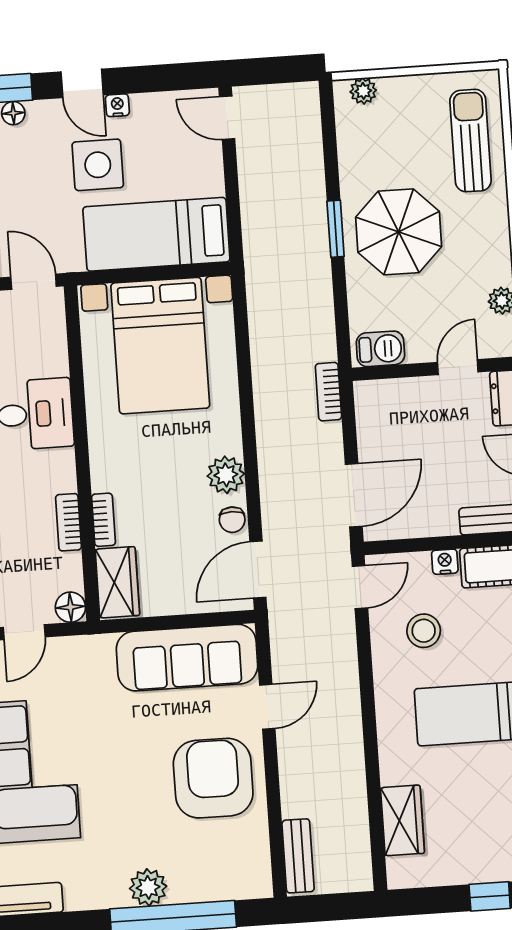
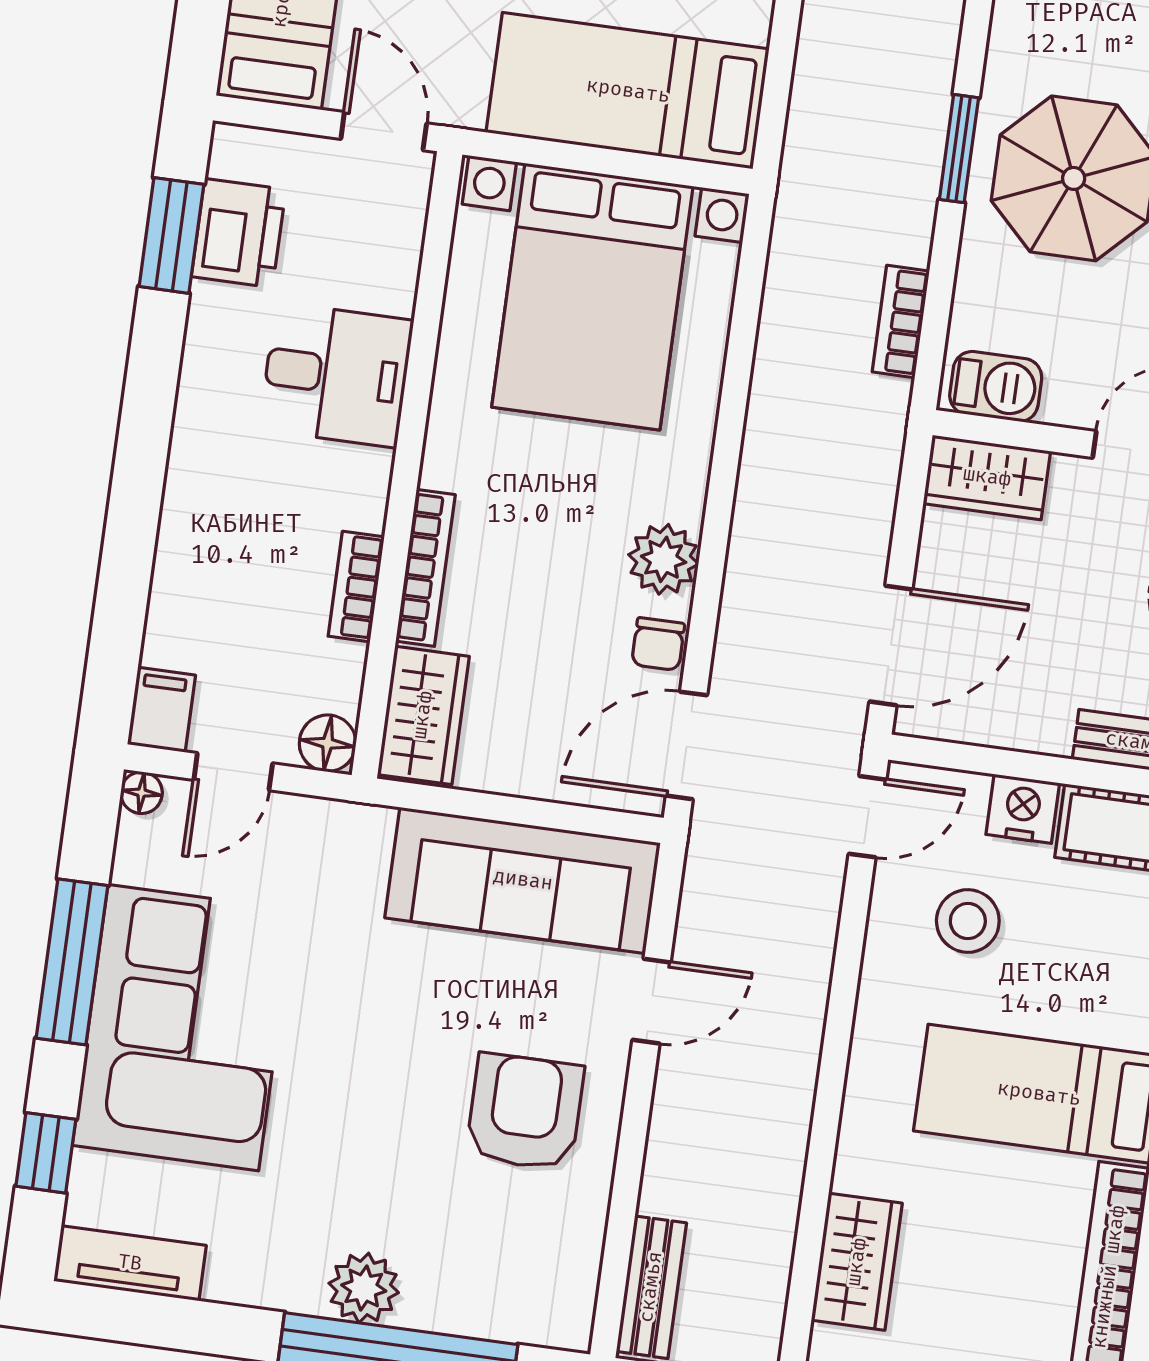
bookcase: (328, 392) -> (901, 321), moved
wardrobe: (386, 397) -> (987, 477), added
bookcase: (104, 520) -> (425, 568), width x1.56
nightstand: (445, 562) -> (1023, 809), width x1.39, depth x1.35
armchair: (213, 778) -> (525, 1112), width x0.73, depth x0.73

